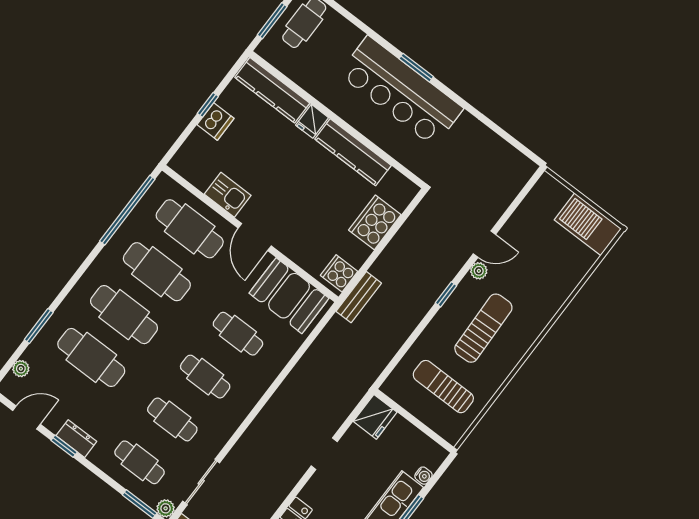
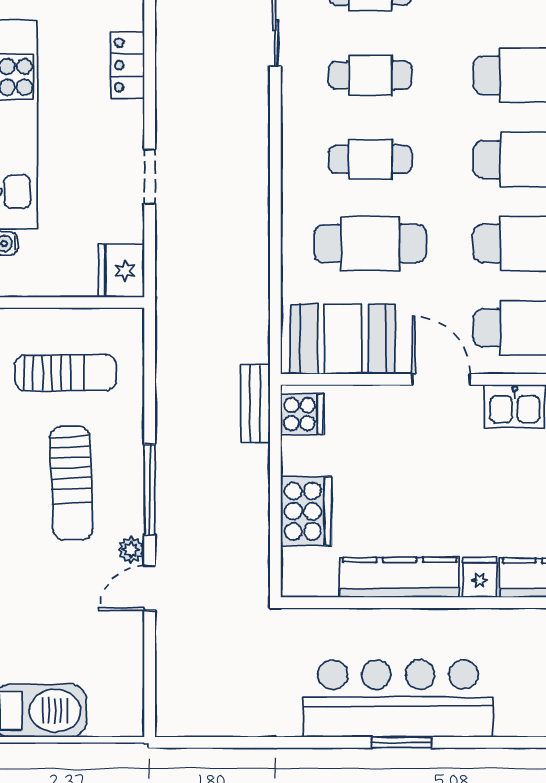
window: (446, 294) -> (150, 490), width x2.17
cafe table: (238, 334) -> (370, 244), width x1.37, depth x1.35

